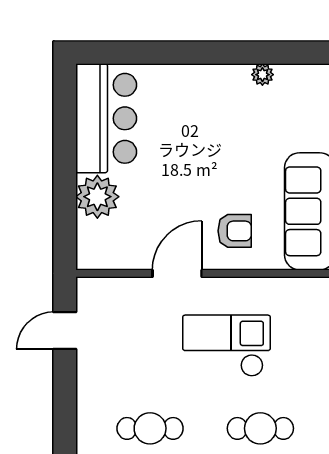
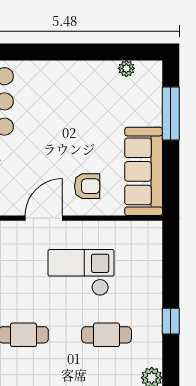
plant: (262, 75) -> (126, 68), moved

